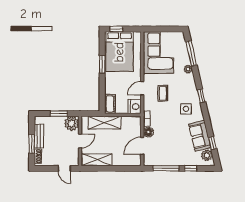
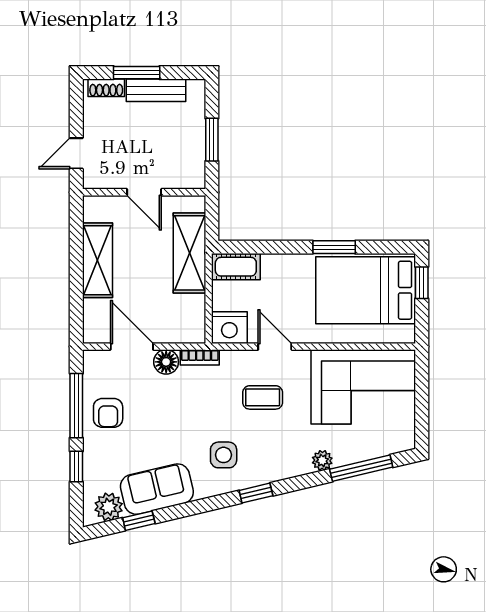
plant: (71, 123) -> (187, 171), removed
armchair: (169, 155) -> (108, 413), added
shelving: (97, 160) -> (98, 260), moved

